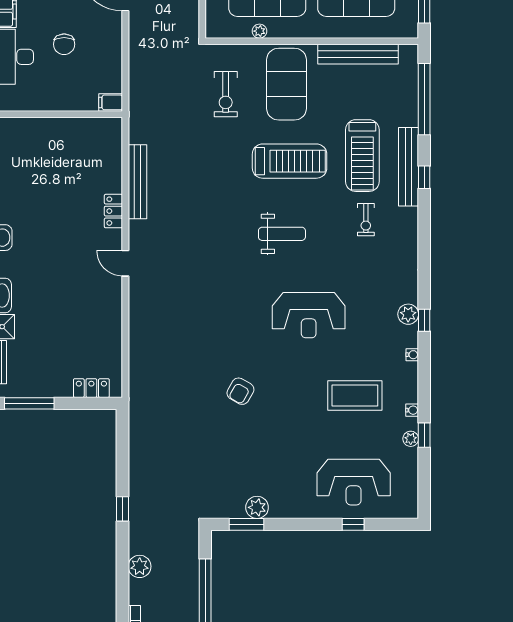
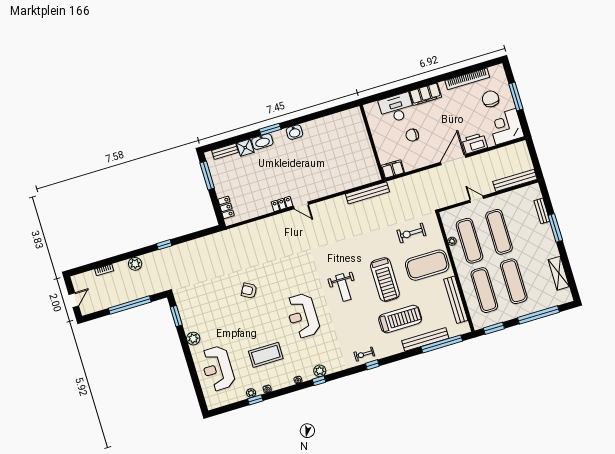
filing cabinet: (111, 102) -> (393, 169), width x2.00
treadmill: (362, 156) -> (400, 319), turned 180
bench: (409, 167) -> (425, 339), moved
window: (424, 177) -> (372, 365), moved
bench: (137, 182) -> (367, 193), moved
locker: (113, 211) -> (282, 204), moved
exercise bike: (366, 220) -> (364, 354), moved
door: (125, 263) -> (301, 205), swing flipped
coffee table: (355, 395) -> (266, 355), turned 90
plant: (257, 507) -> (193, 339), moved
window: (353, 524) -> (194, 375), removed

